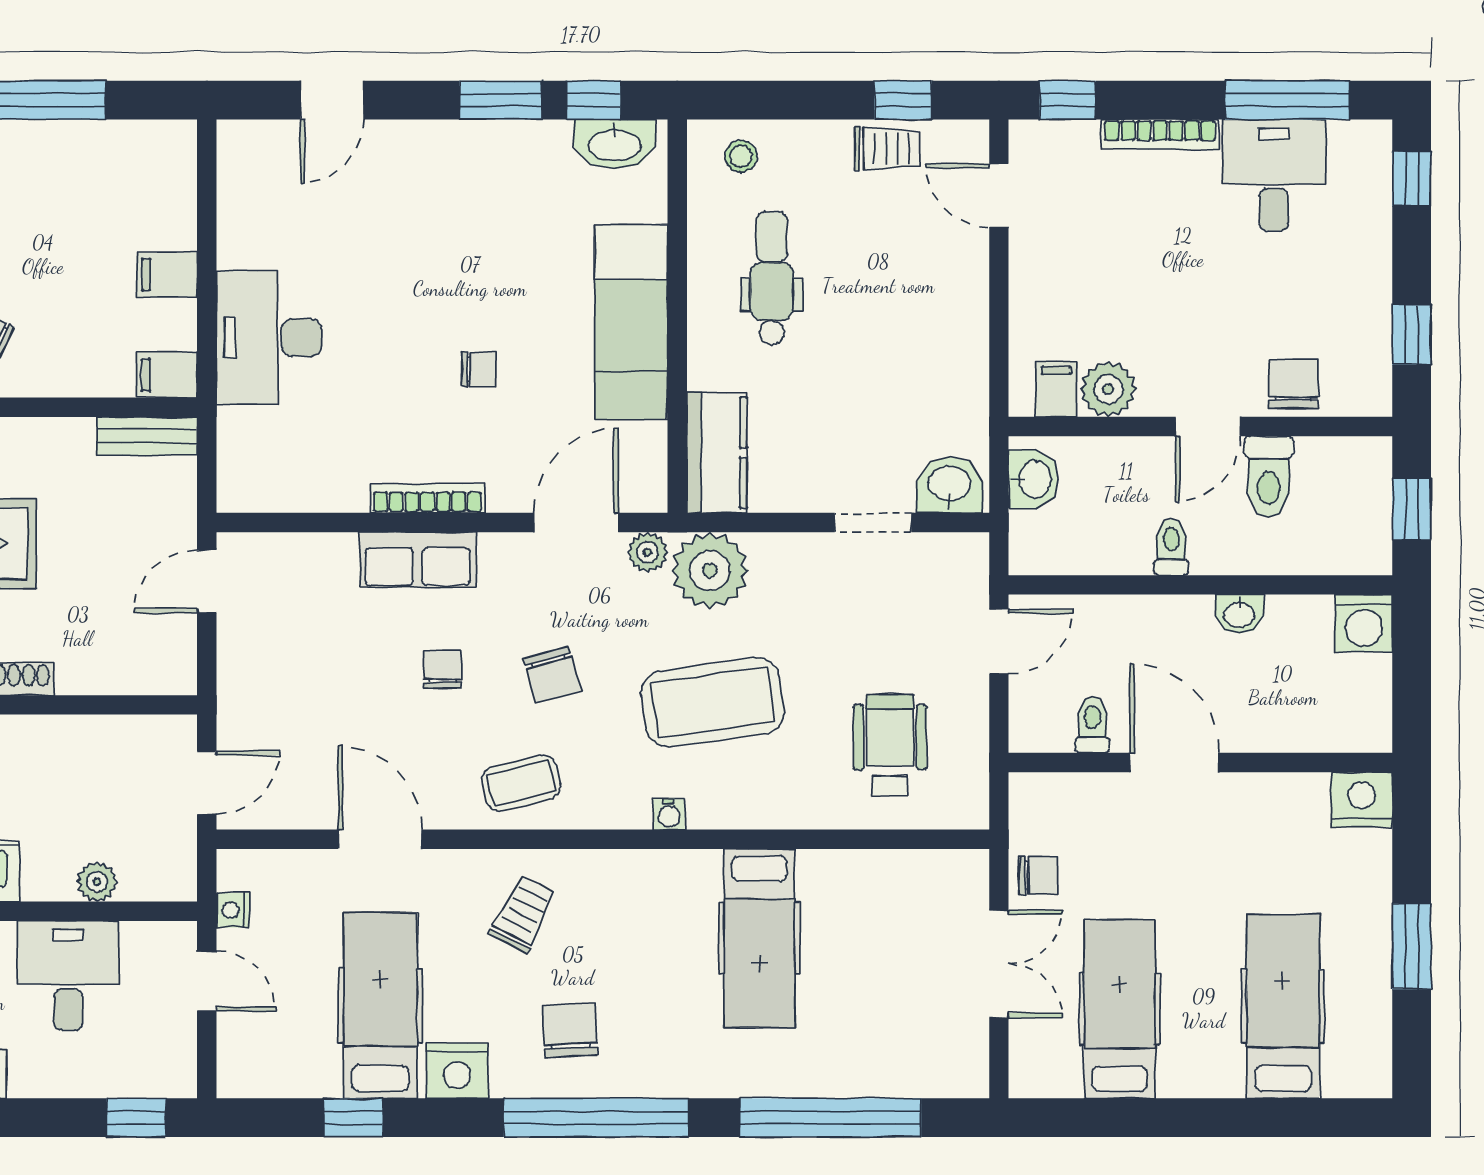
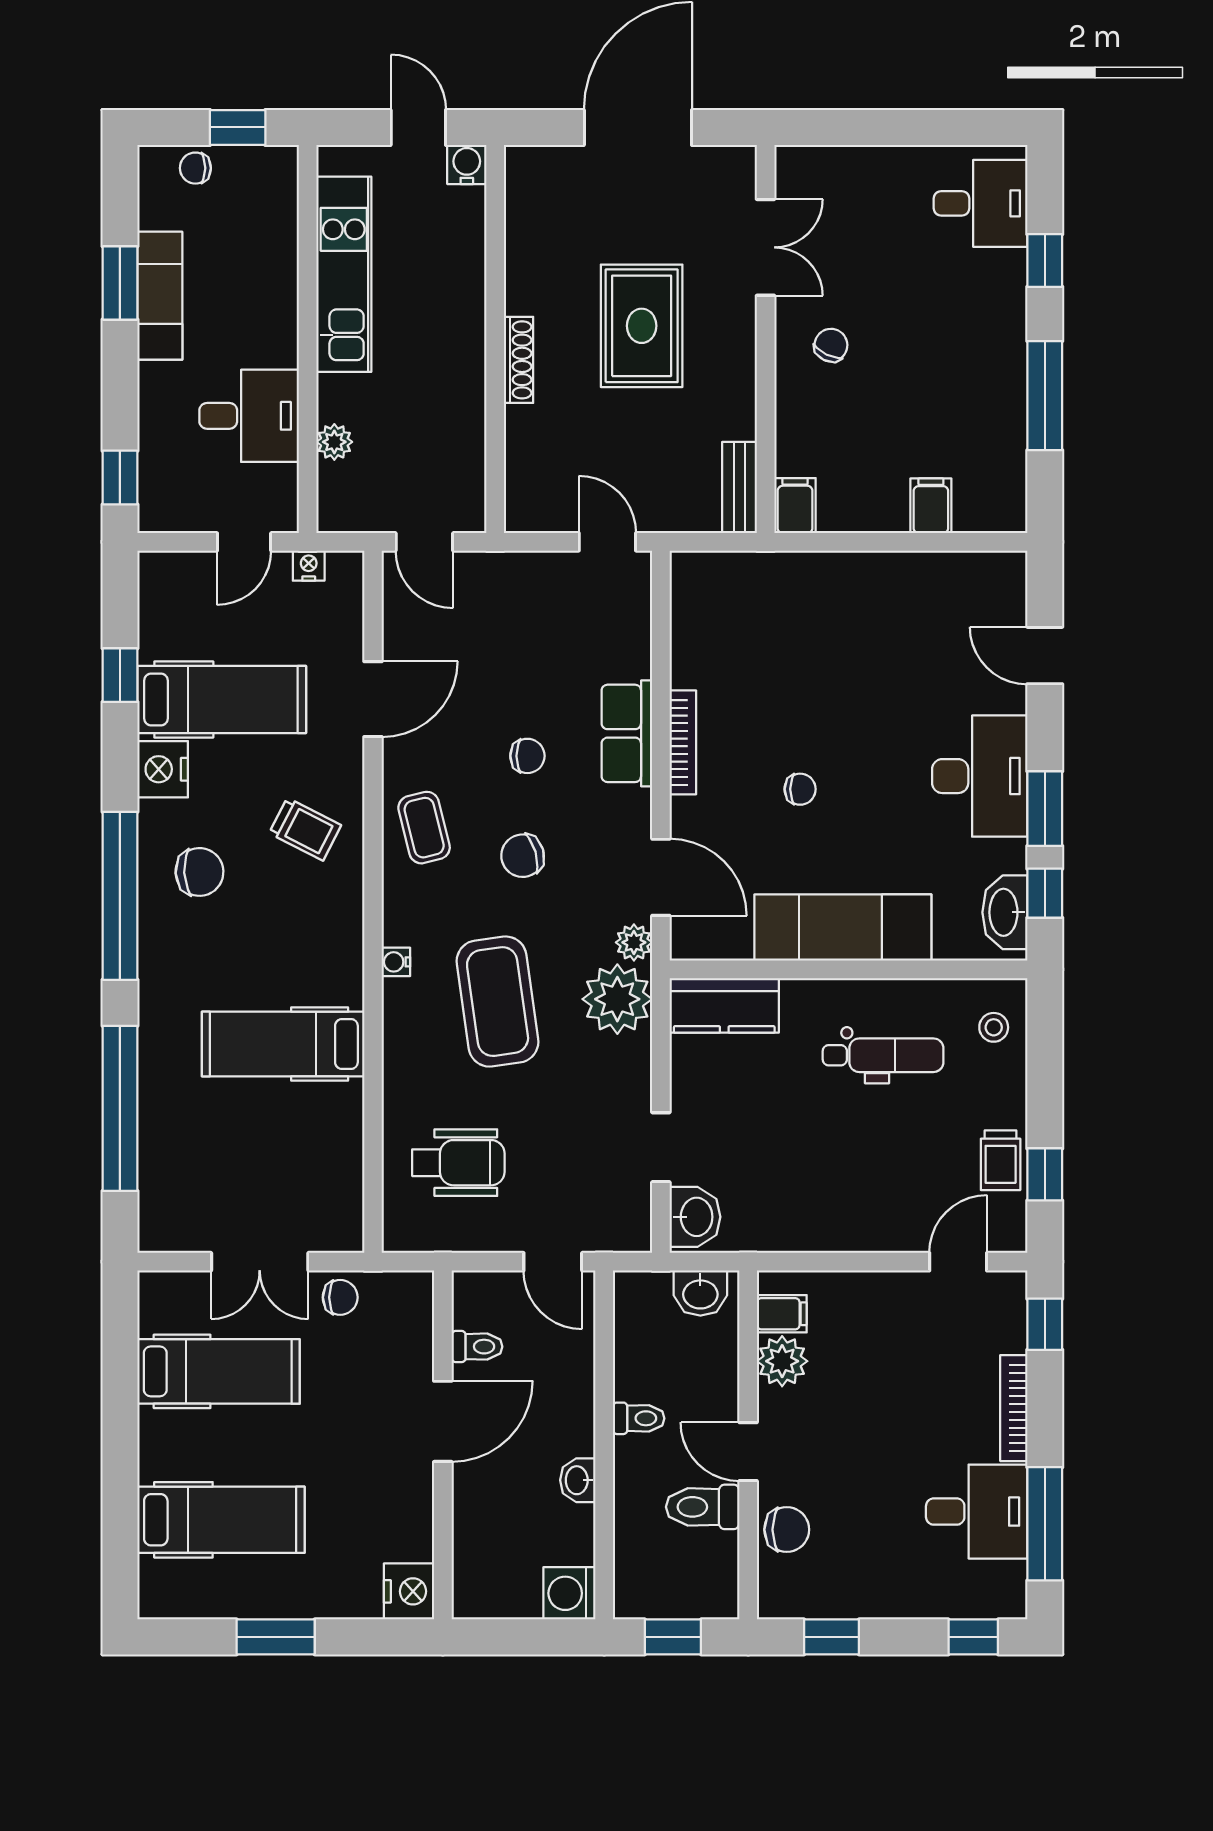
filing cabinet: (167, 275) -> (931, 506), moved
desk: (269, 337) -> (980, 776), moved, turned 90
chair: (479, 369) -> (800, 789), turned -90
chair: (1038, 875) -> (340, 1297), turned -90

